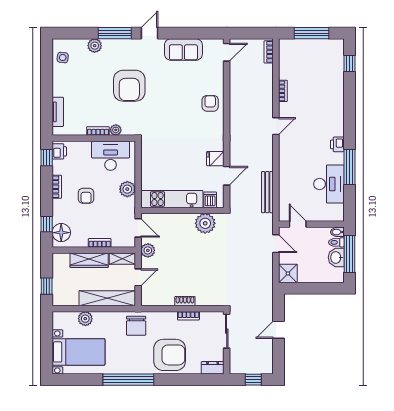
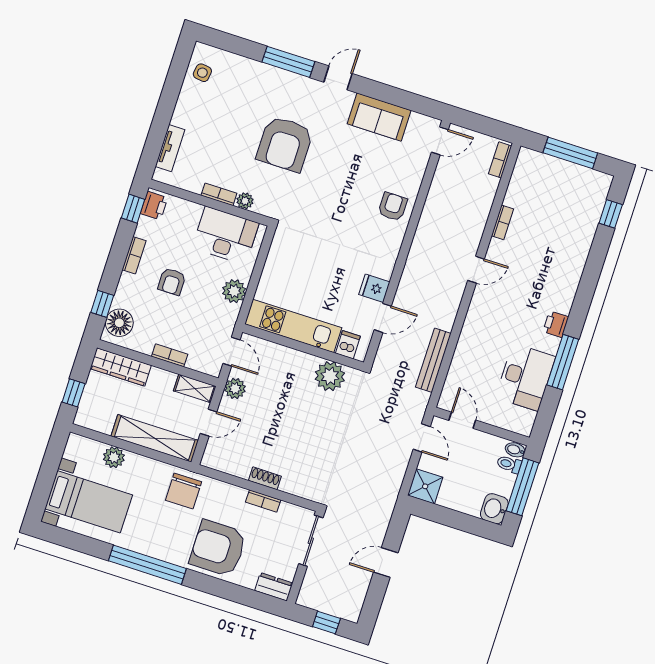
plant: (95, 46) -> (254, 70), removed
washbasin: (336, 257) -> (494, 509), moved
wardrobe: (89, 260) -> (121, 367), moved
armchair: (170, 355) -> (218, 548), turned 180

